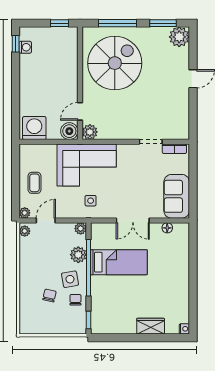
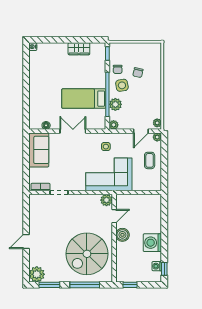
washing machine: (34, 128) -> (152, 243), moved, turned 90
boiler: (69, 131) -> (122, 235), moved
wardrobe: (151, 326) -> (79, 49), moved

